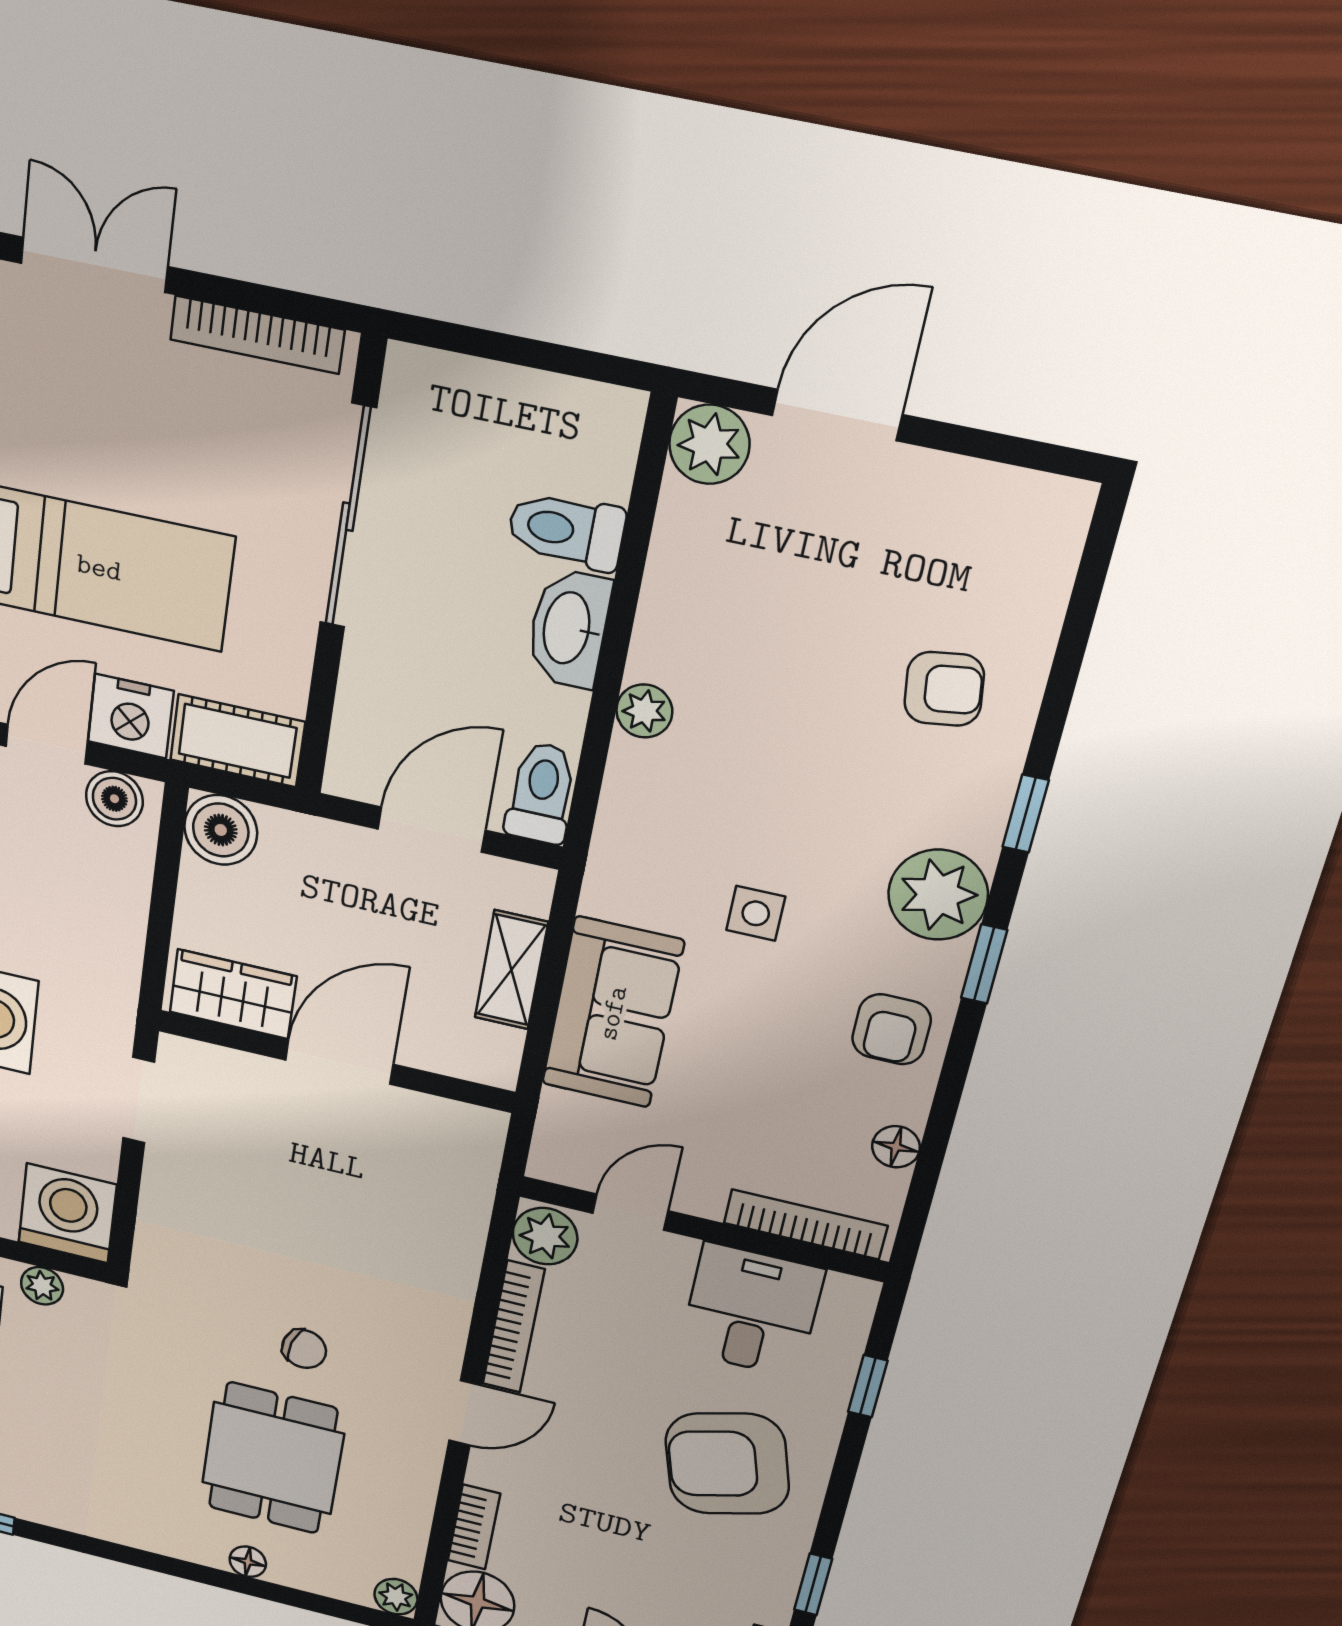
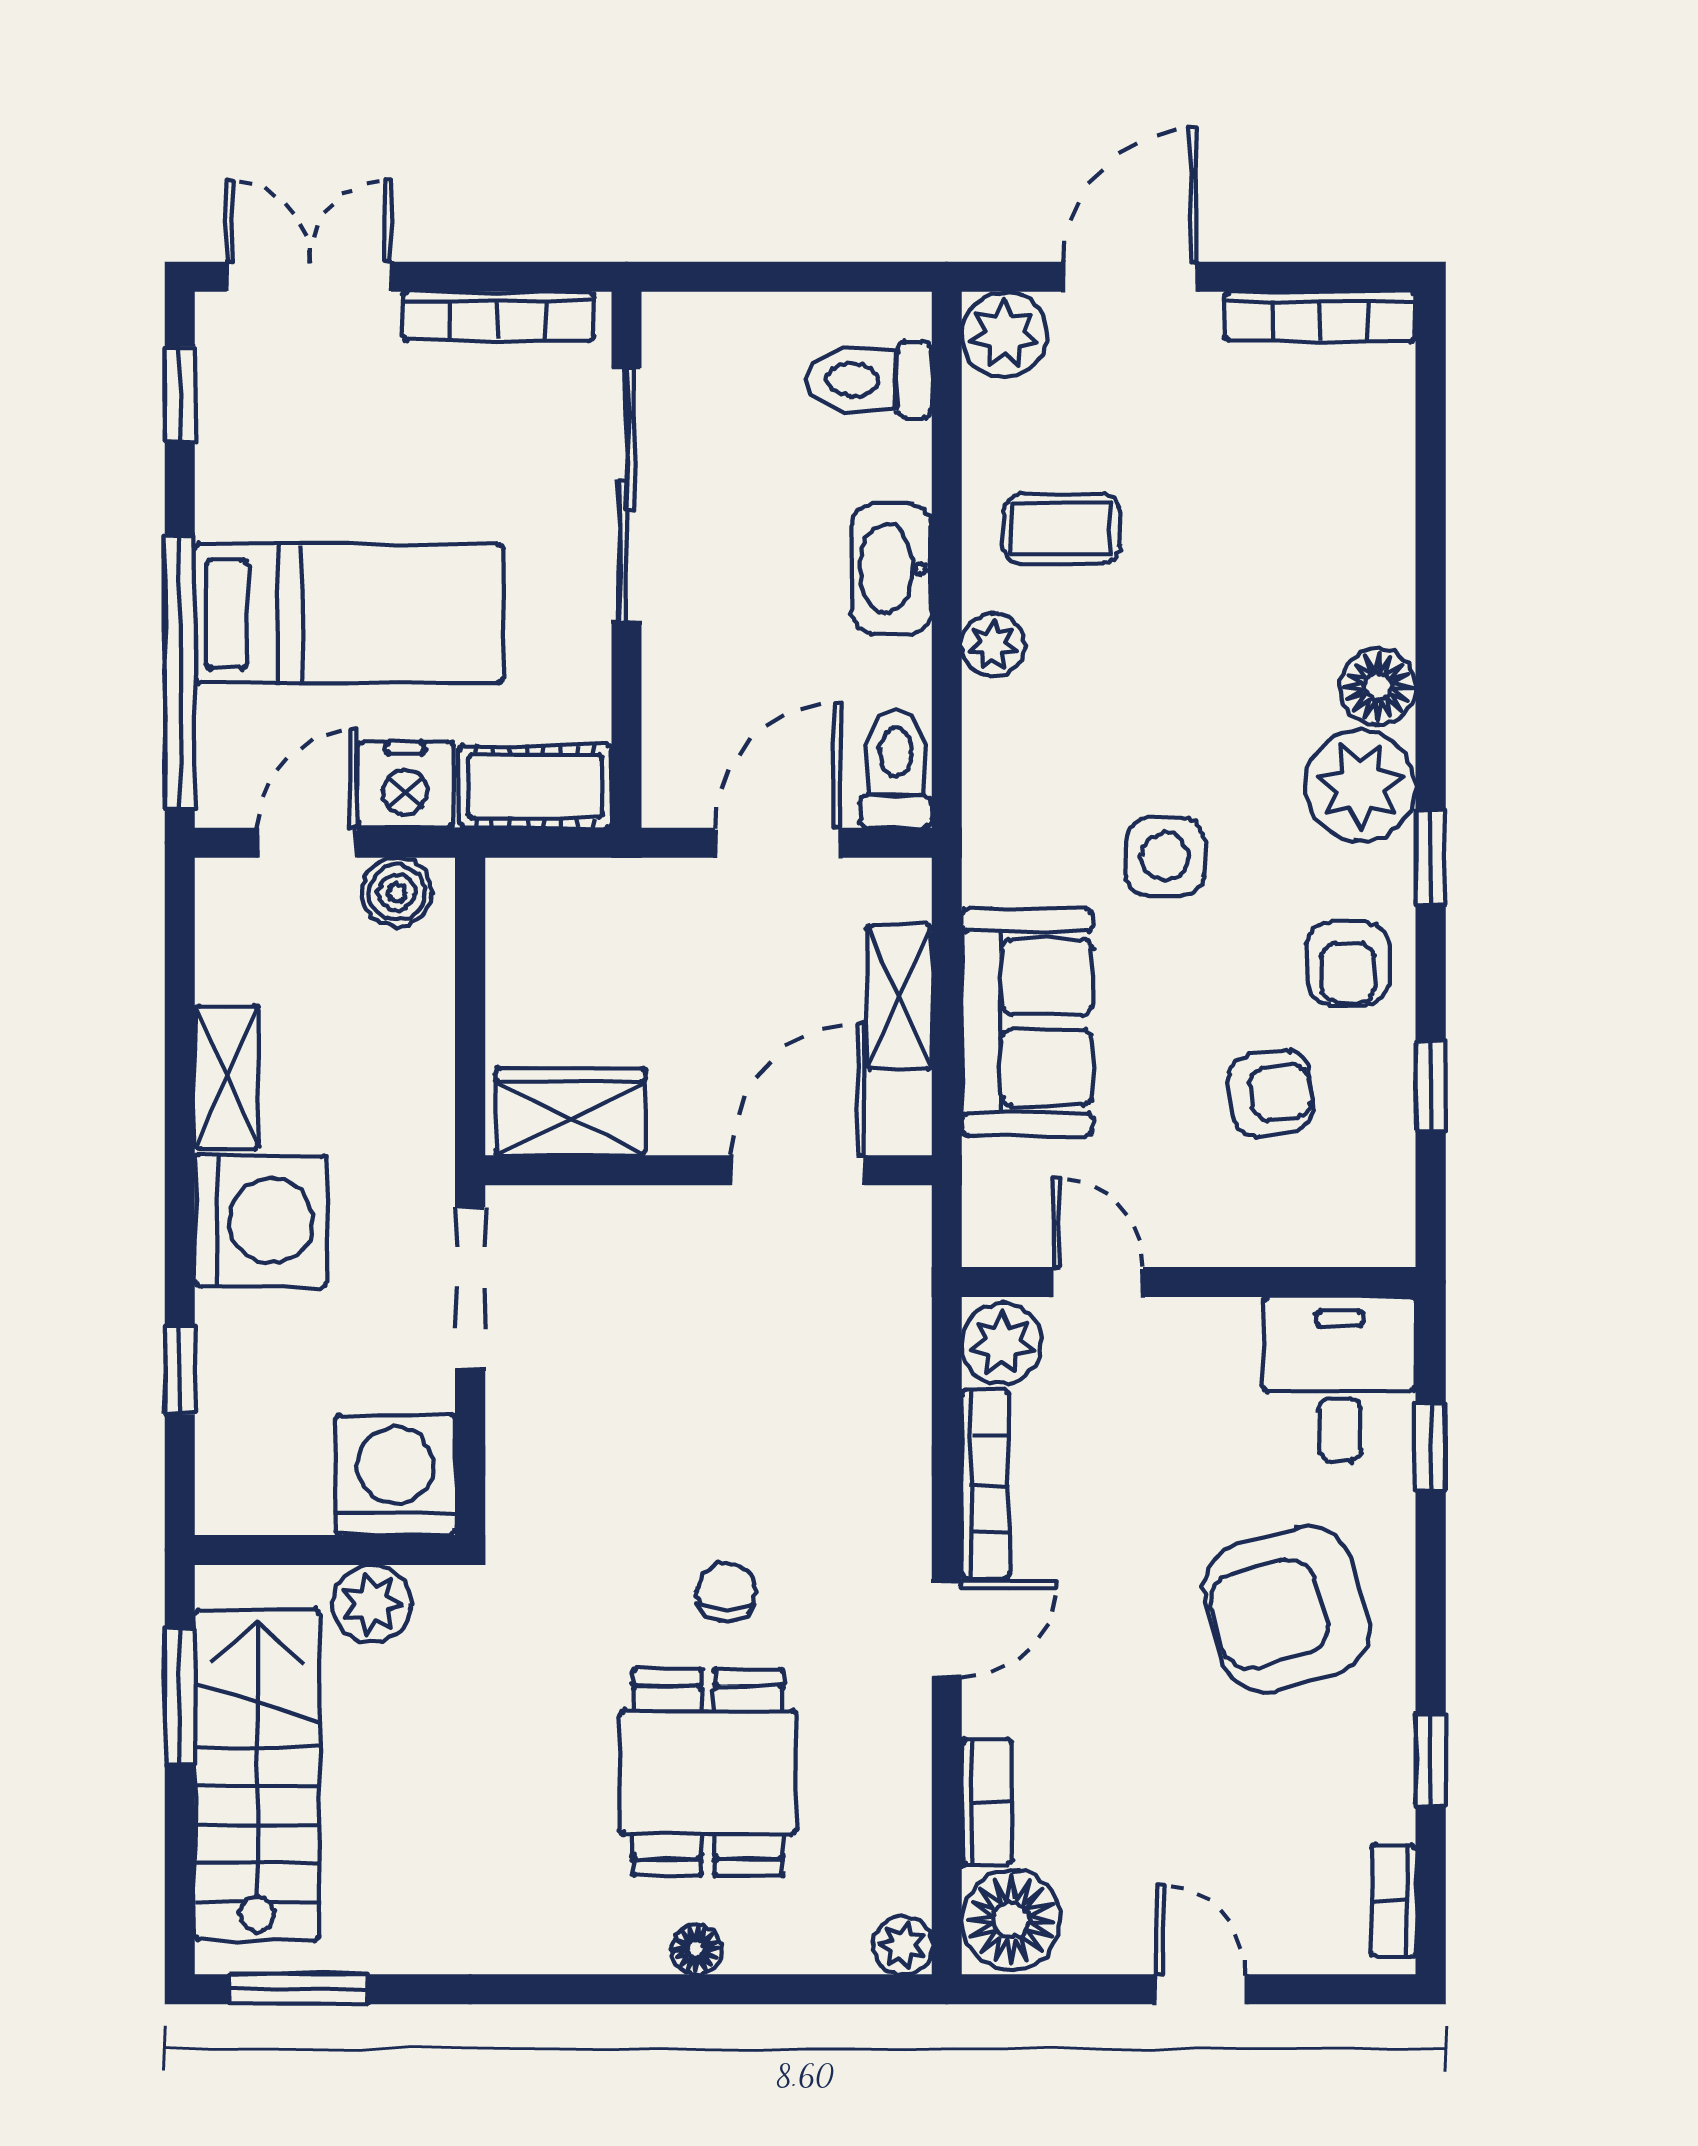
toilet: (566, 530) -> (869, 380), moved
coffee table: (725, 626) -> (1061, 529), added
armchair: (944, 689) -> (1271, 1094), moved
window: (1026, 814) -> (1431, 1086), moved
boiler: (221, 830) -> (529, 902), removed
side table: (756, 913) -> (1165, 857), width x1.37, depth x1.37
door: (339, 1062) -> (798, 1170), moved
doorway: (139, 1100) -> (470, 1288), width x1.38
floor lamp: (896, 1147) -> (1378, 686), moved, width x1.37, depth x1.37
door: (630, 1212) -> (1098, 1282), hinge flipped
bookcase: (805, 1224) -> (1320, 316), moved, turned 180
plant: (42, 1286) -> (372, 1604), width x1.38, depth x1.38
desk: (751, 1310) -> (1340, 1379), moved
chair: (304, 1349) -> (726, 1592), turned -106

